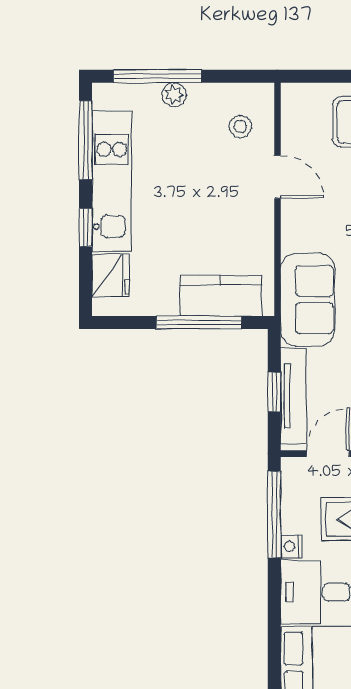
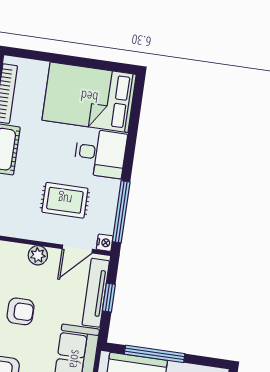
nightstand: (291, 546) -> (105, 243), moved

